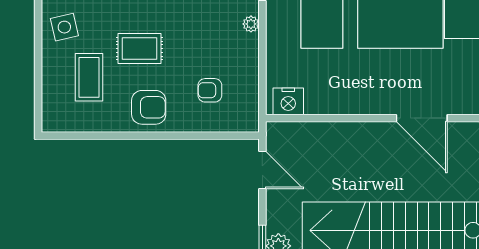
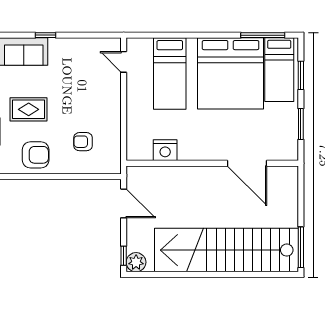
plant: (251, 24) -> (115, 90), removed
nightstand: (288, 101) -> (165, 150), moved

